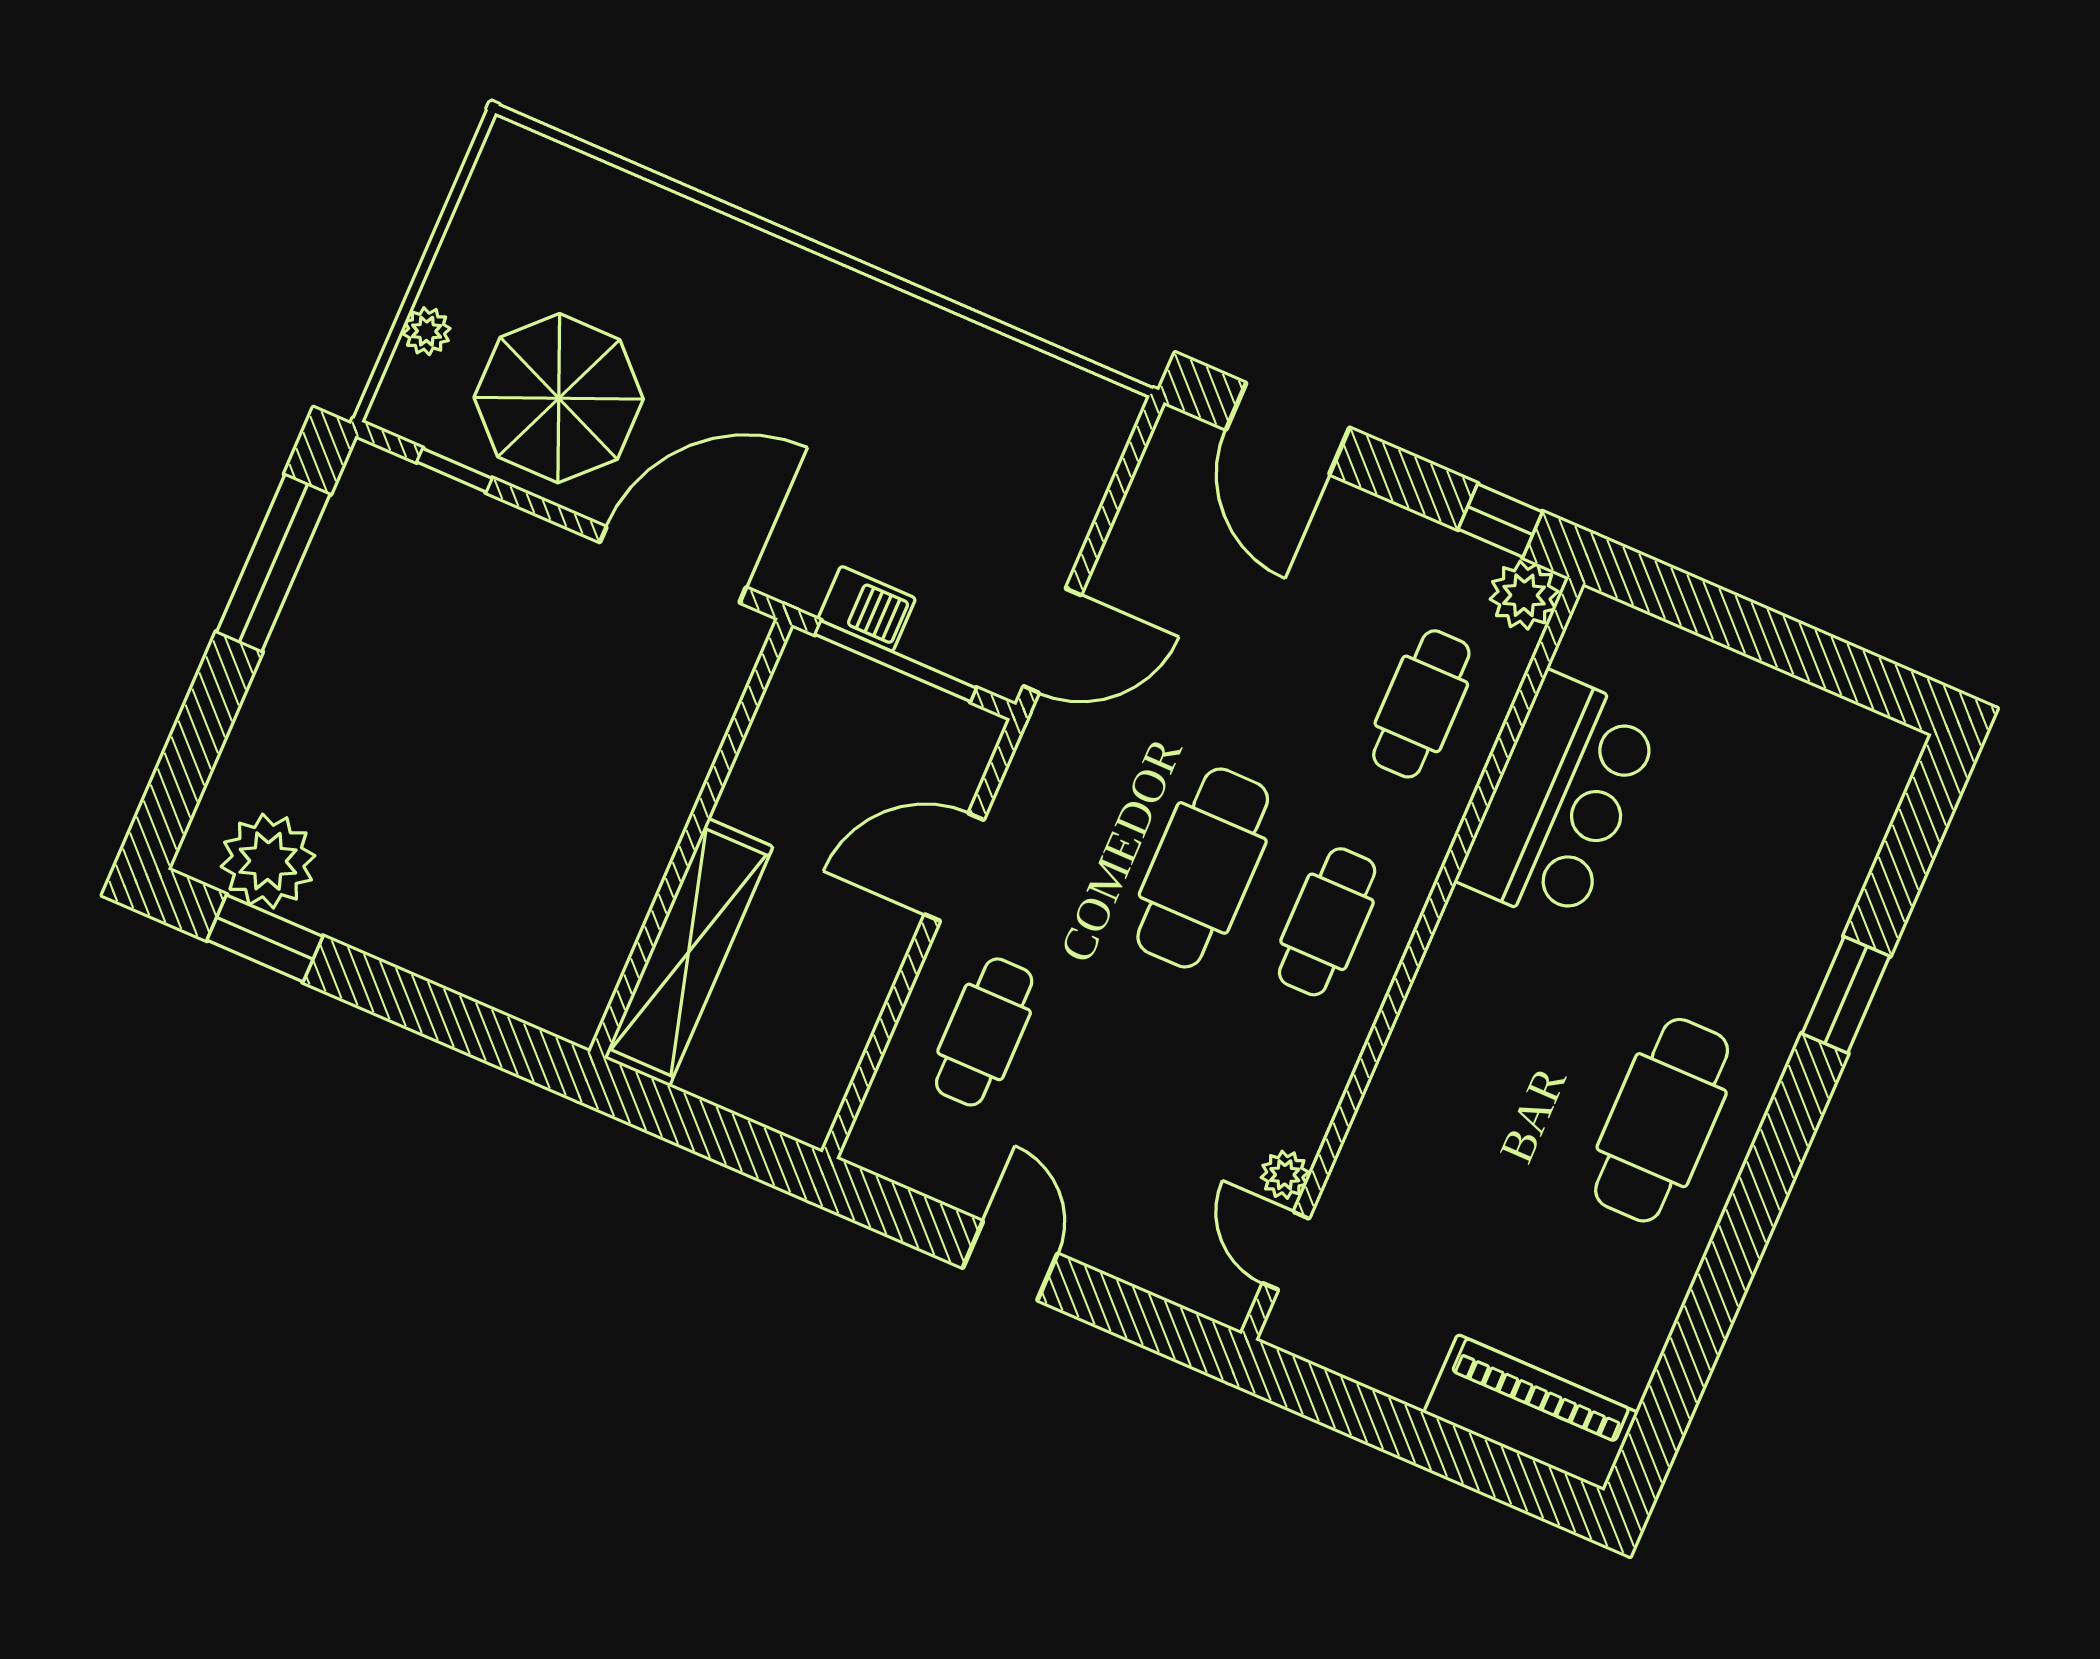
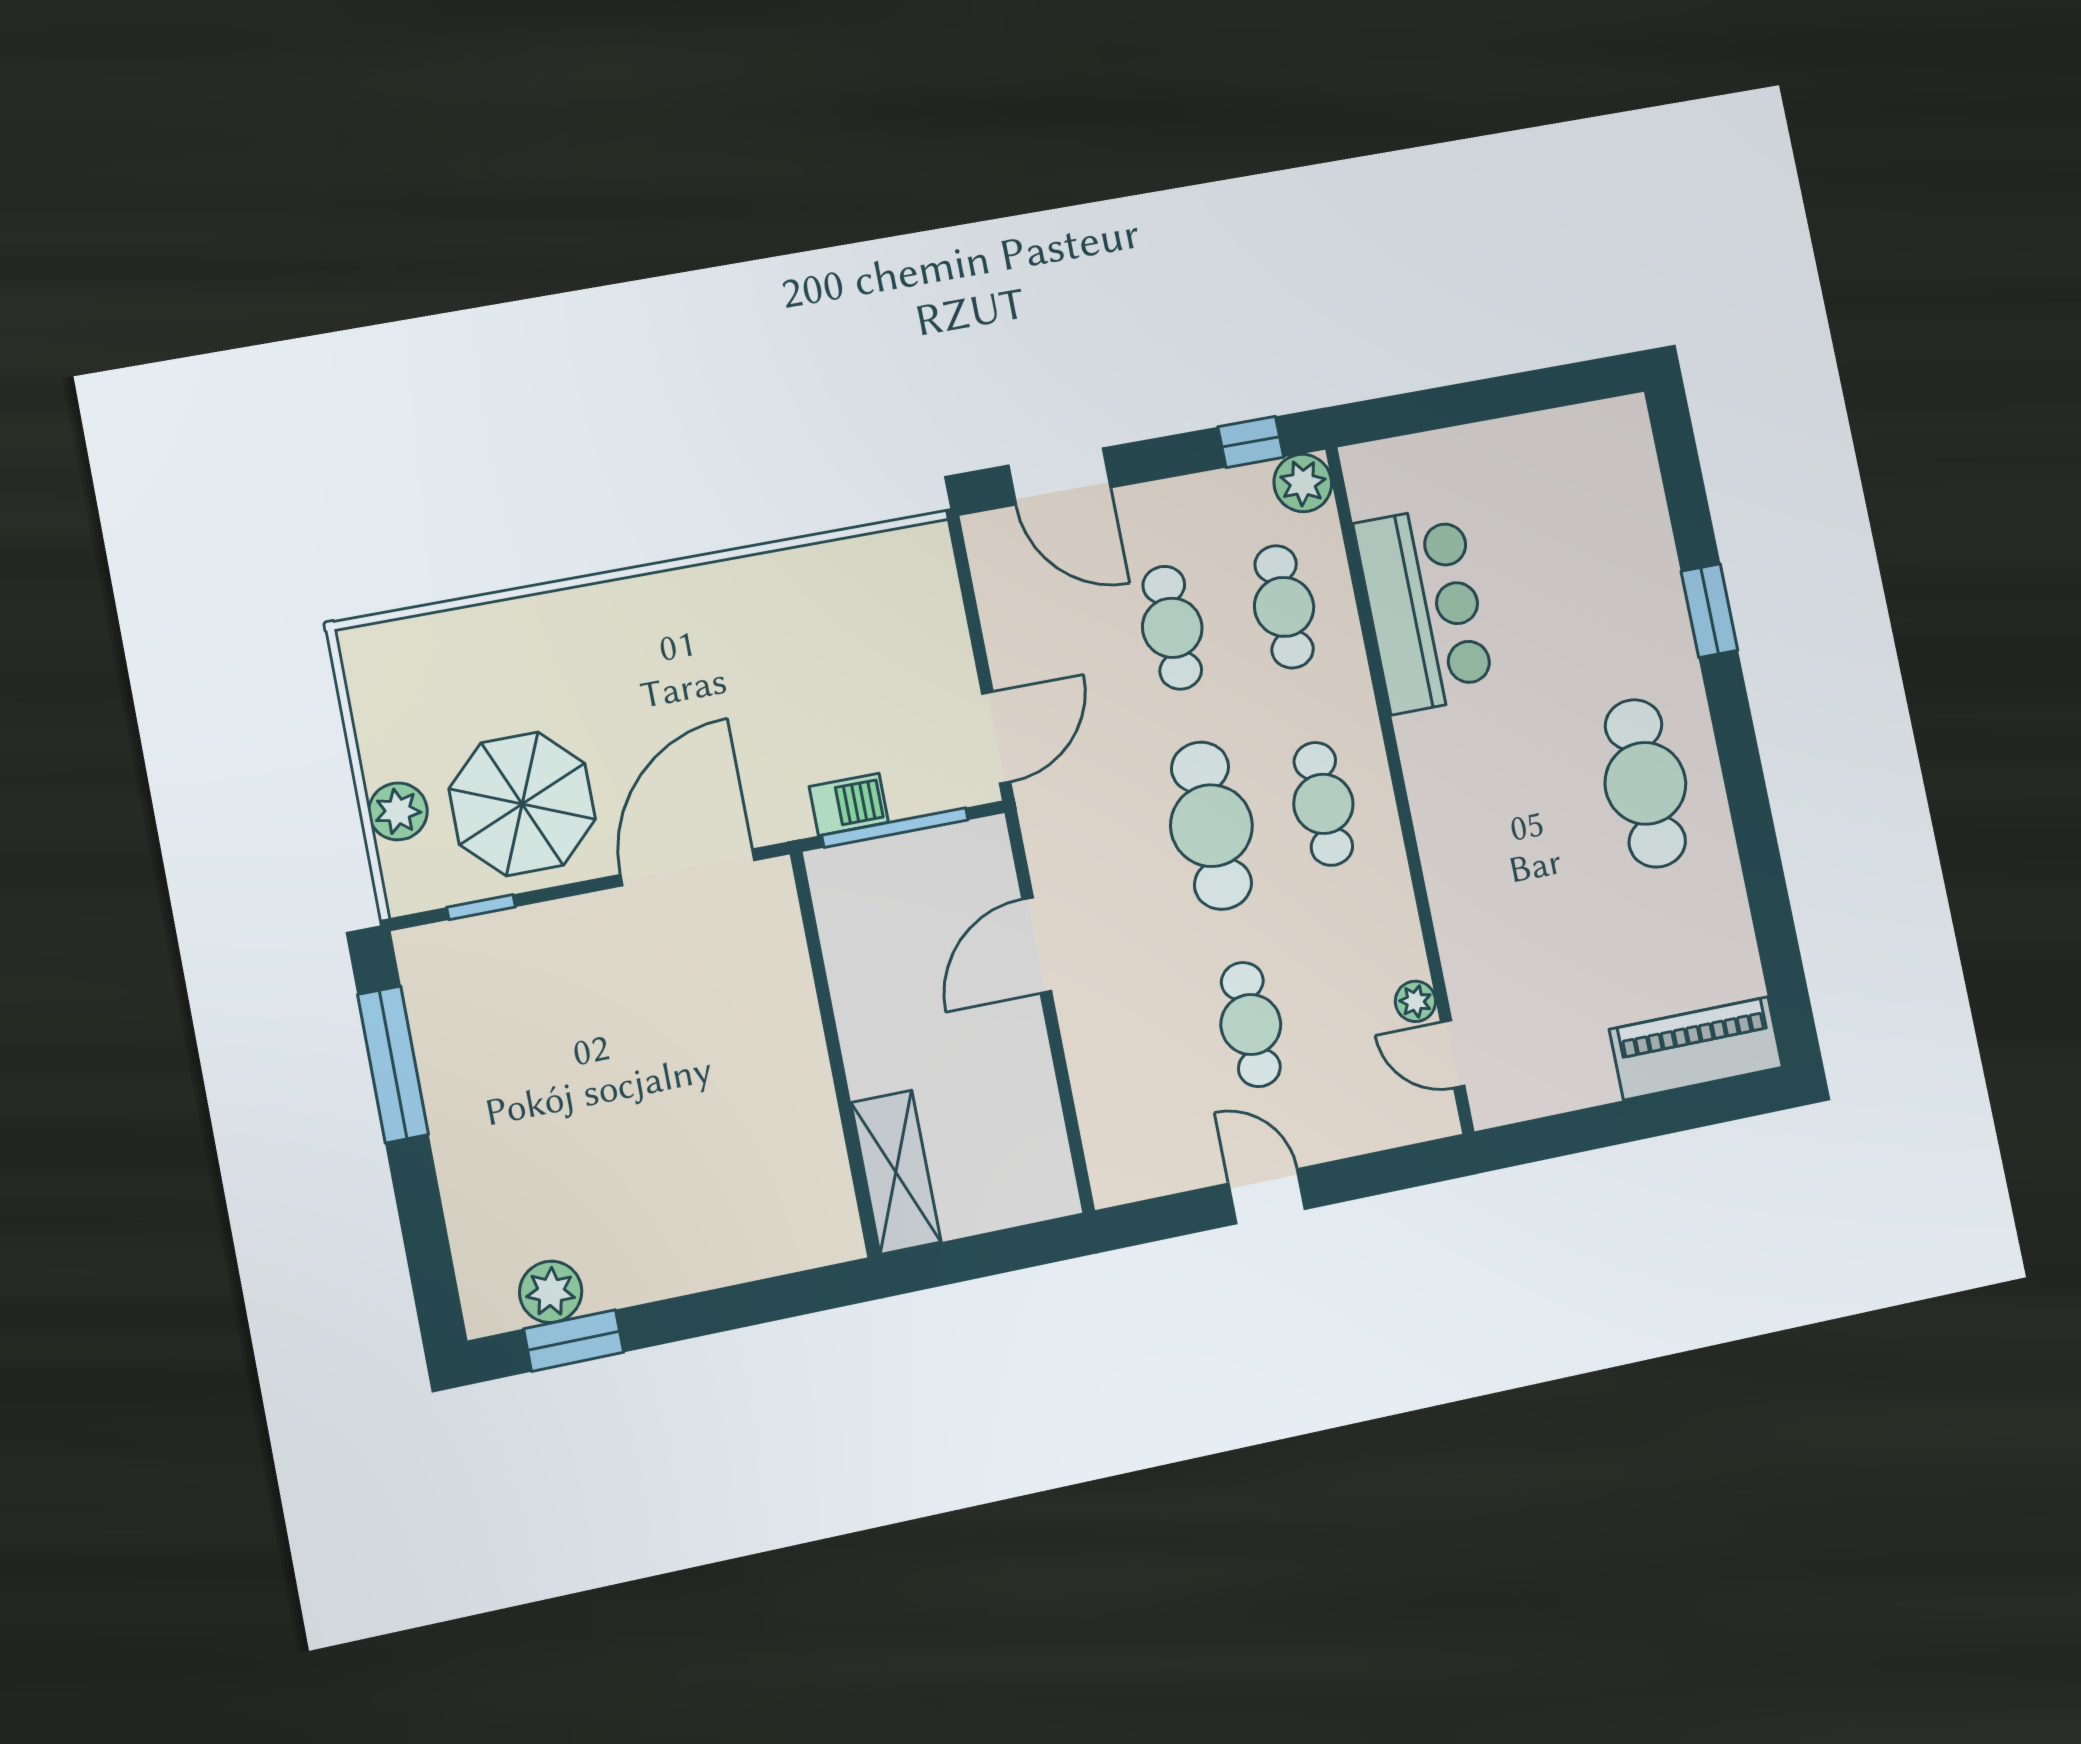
plant: (427, 331) -> (398, 811), width x1.38, depth x1.38
cafe table: (1297, 650) -> (1172, 628), added
plant: (268, 861) -> (551, 1292), width x0.73, depth x0.73
shelving: (689, 952) -> (896, 1172), width x0.68
cafe table: (984, 1032) -> (1251, 1025), moved

